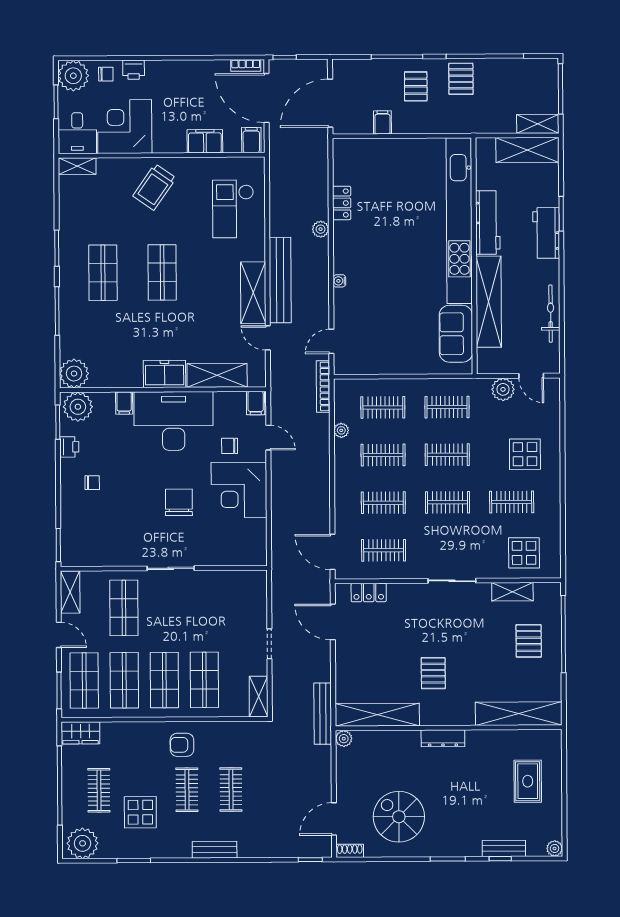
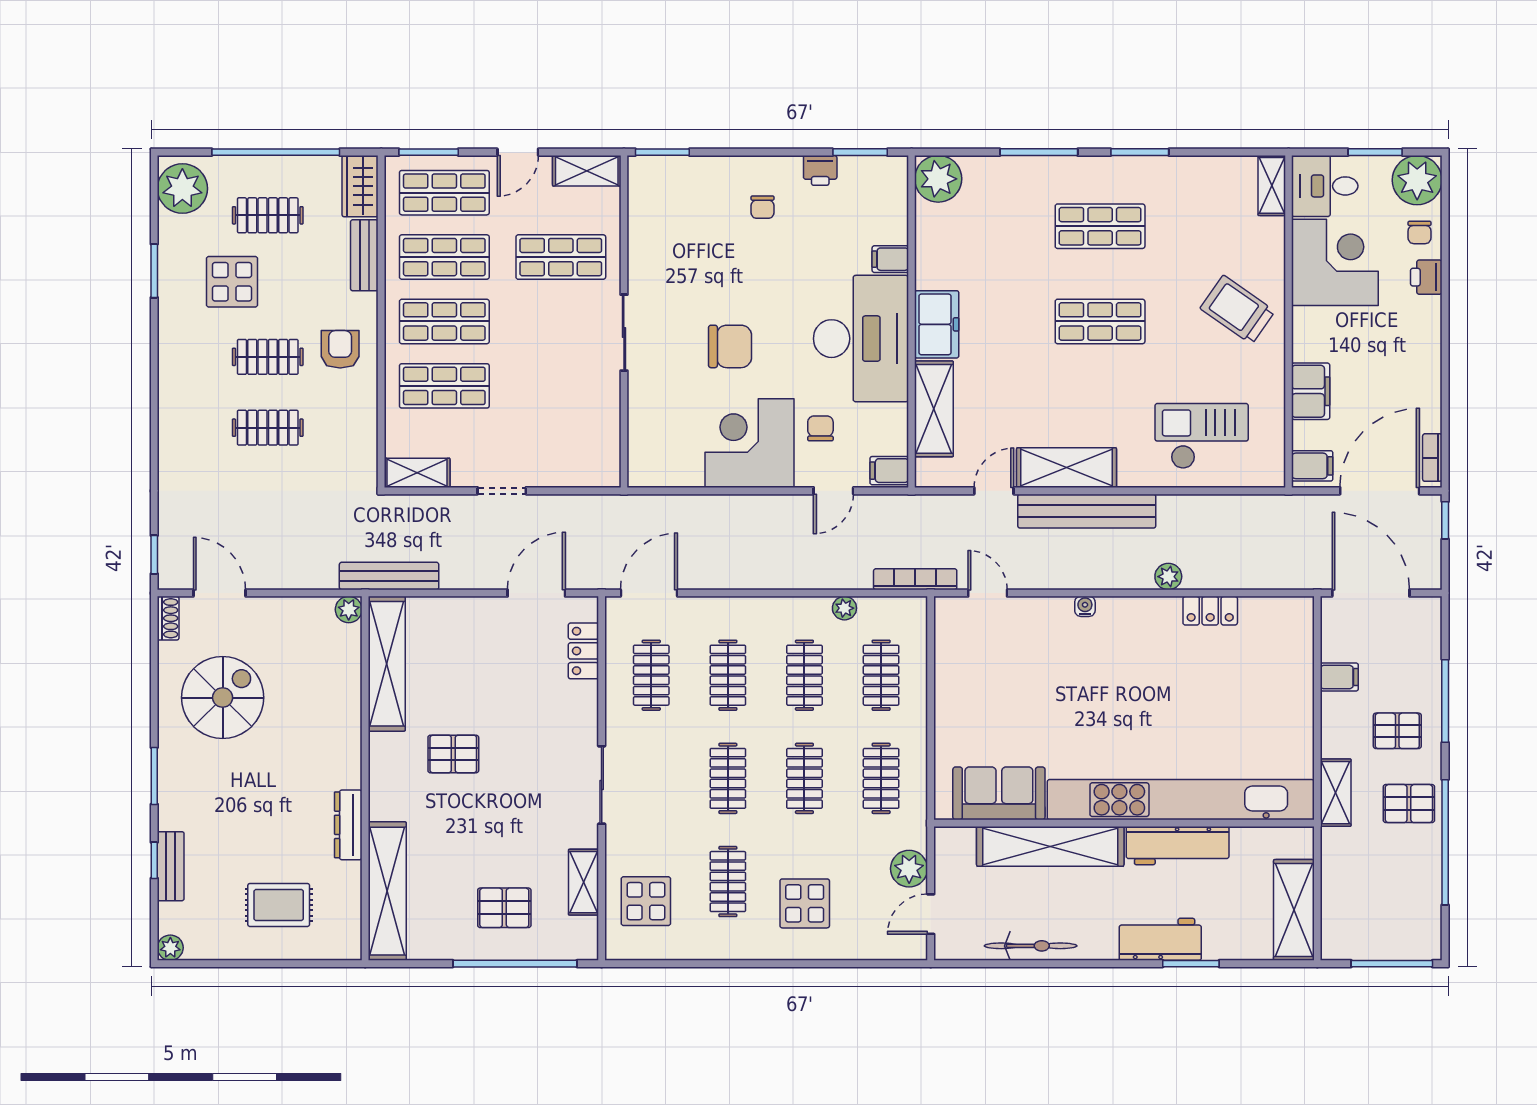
shelving: (538, 124) -> (1336, 793), moved
plant: (78, 407) -> (885, 185), removed
dresser: (443, 738) -> (348, 825), moved
bench: (215, 850) -> (364, 255), moved

